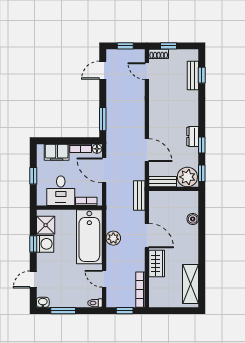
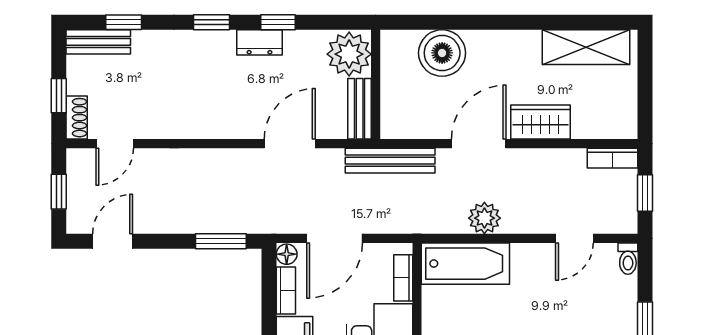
door: (103, 70) -> (113, 241), swing flipped
bench: (193, 76) -> (98, 42), moved
window: (202, 173) -> (212, 22), moved
bench: (139, 196) -> (390, 161), width x1.36
boiler: (193, 219) -> (442, 53), width x1.86, depth x1.86
bathtub: (89, 237) -> (465, 264), width x0.73, depth x0.73
bookcase: (140, 290) -> (612, 158), width x0.64

